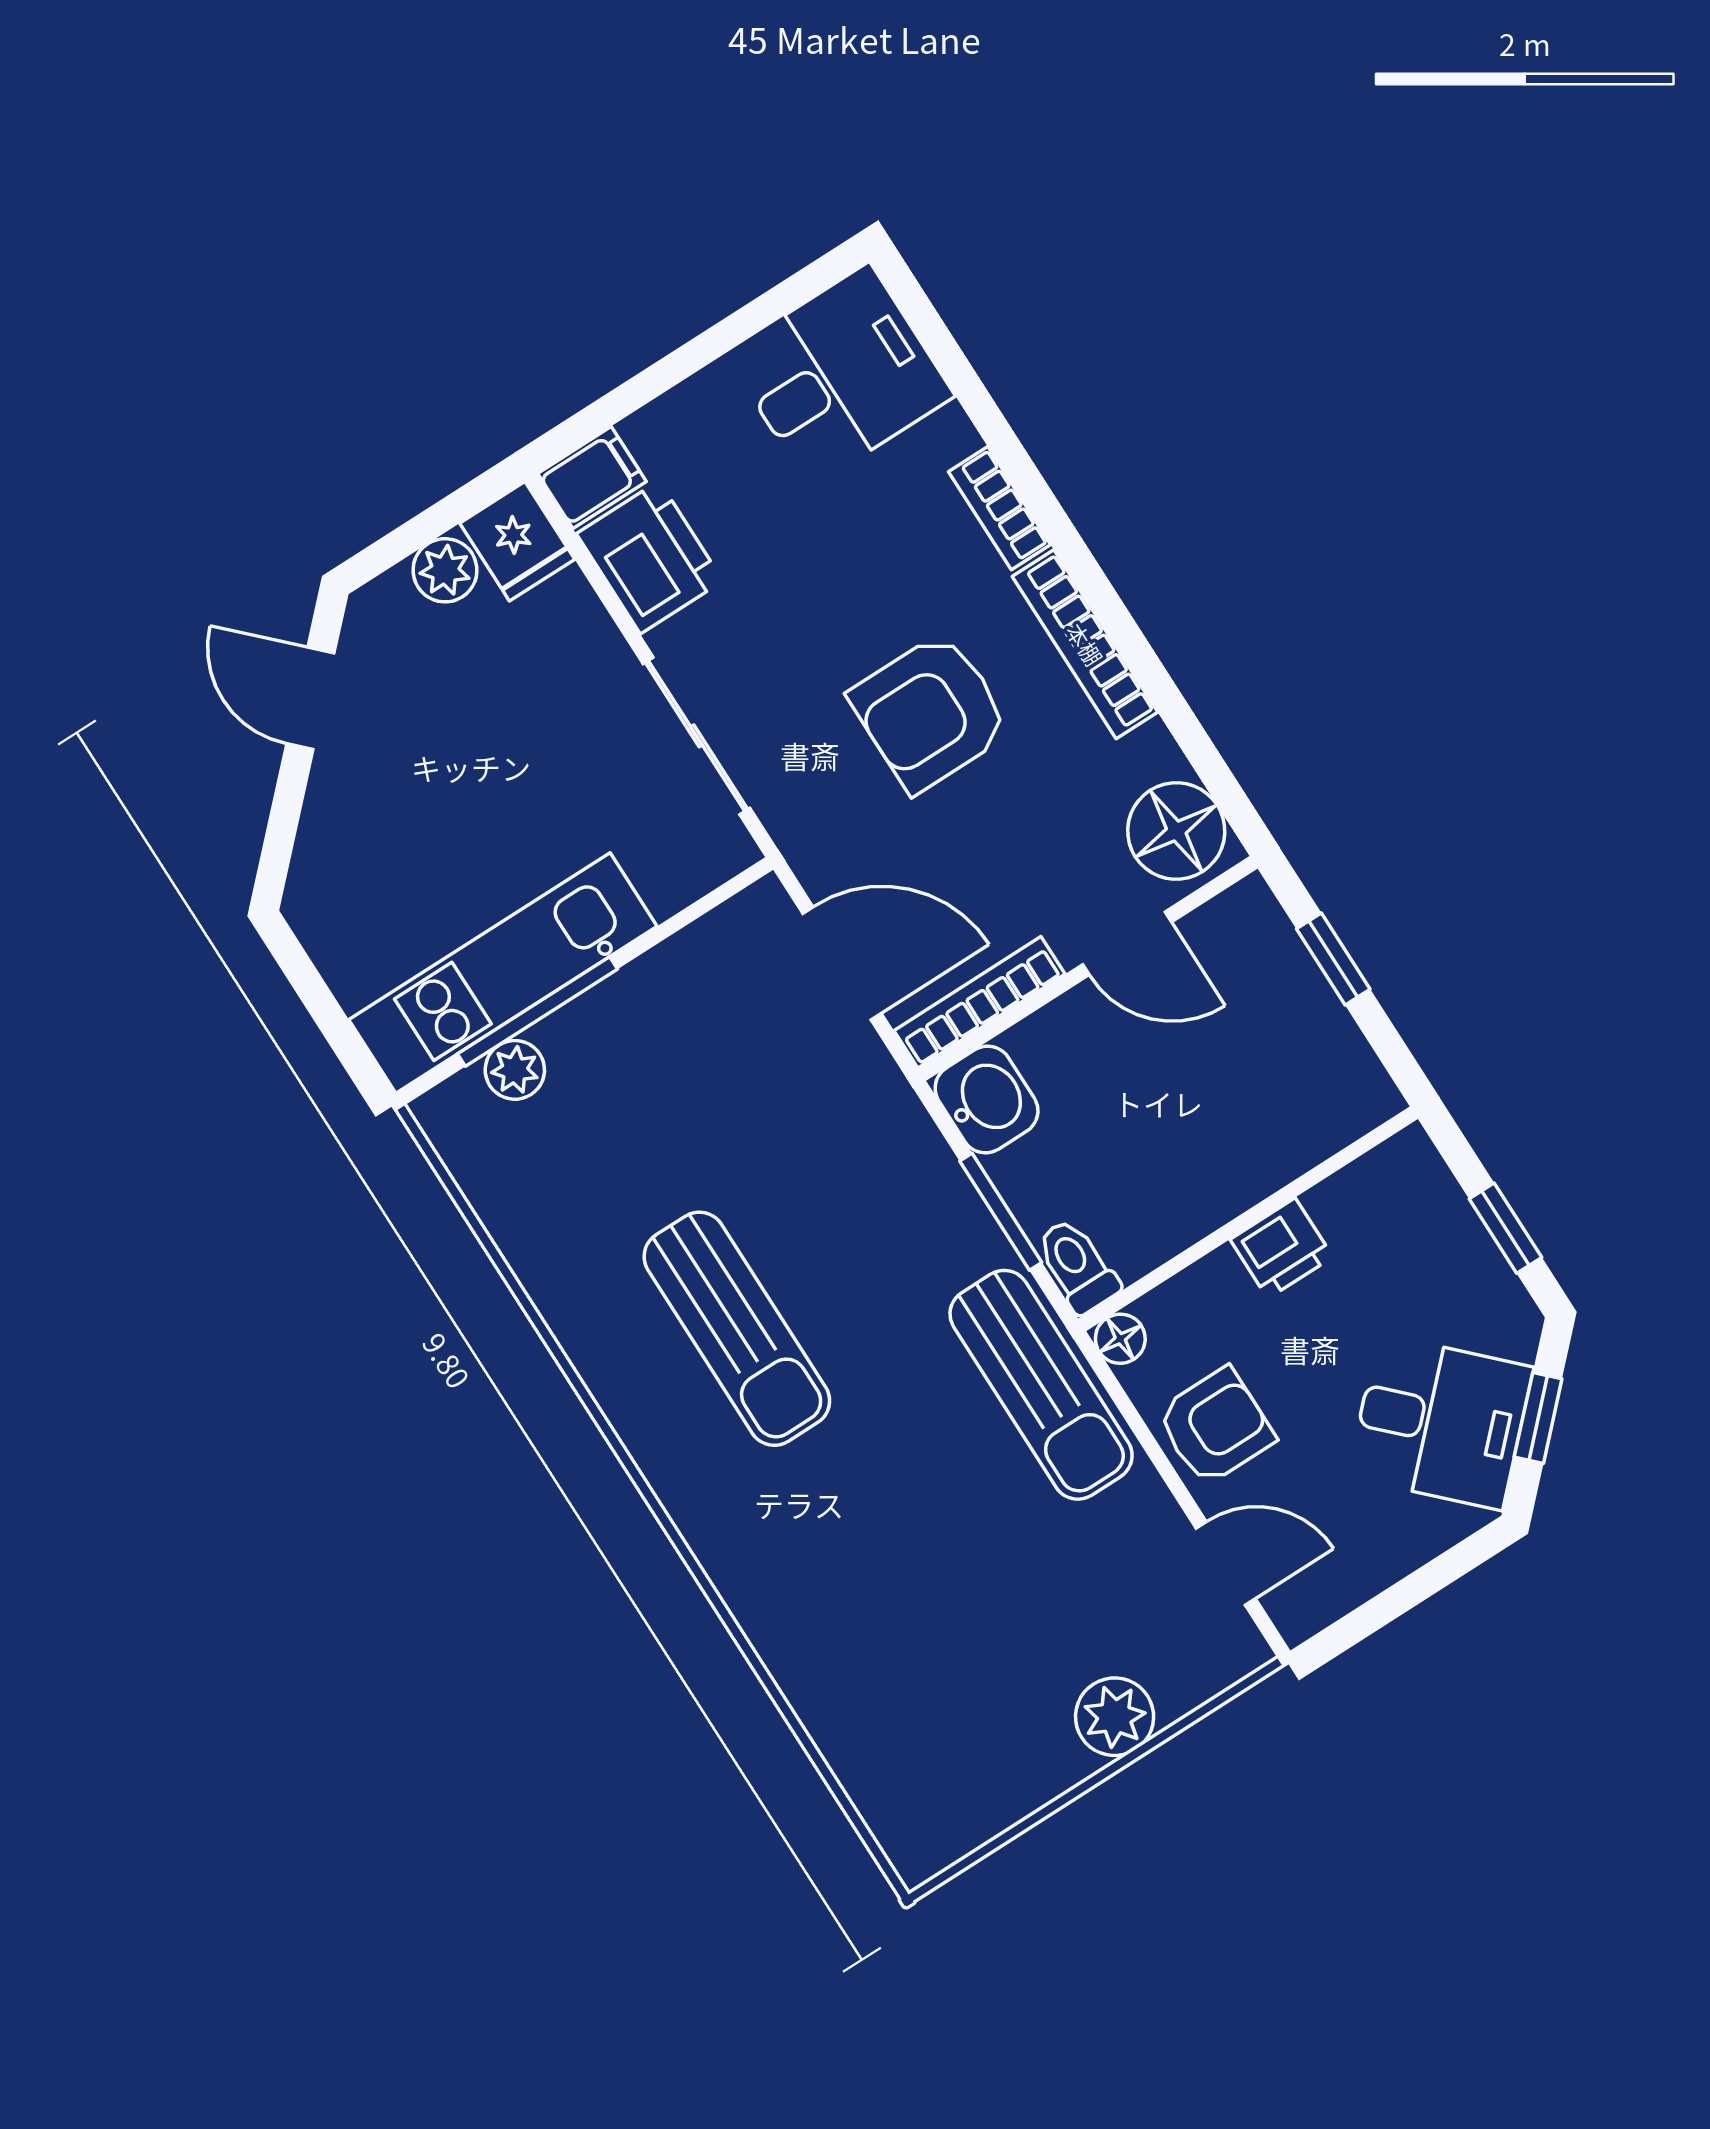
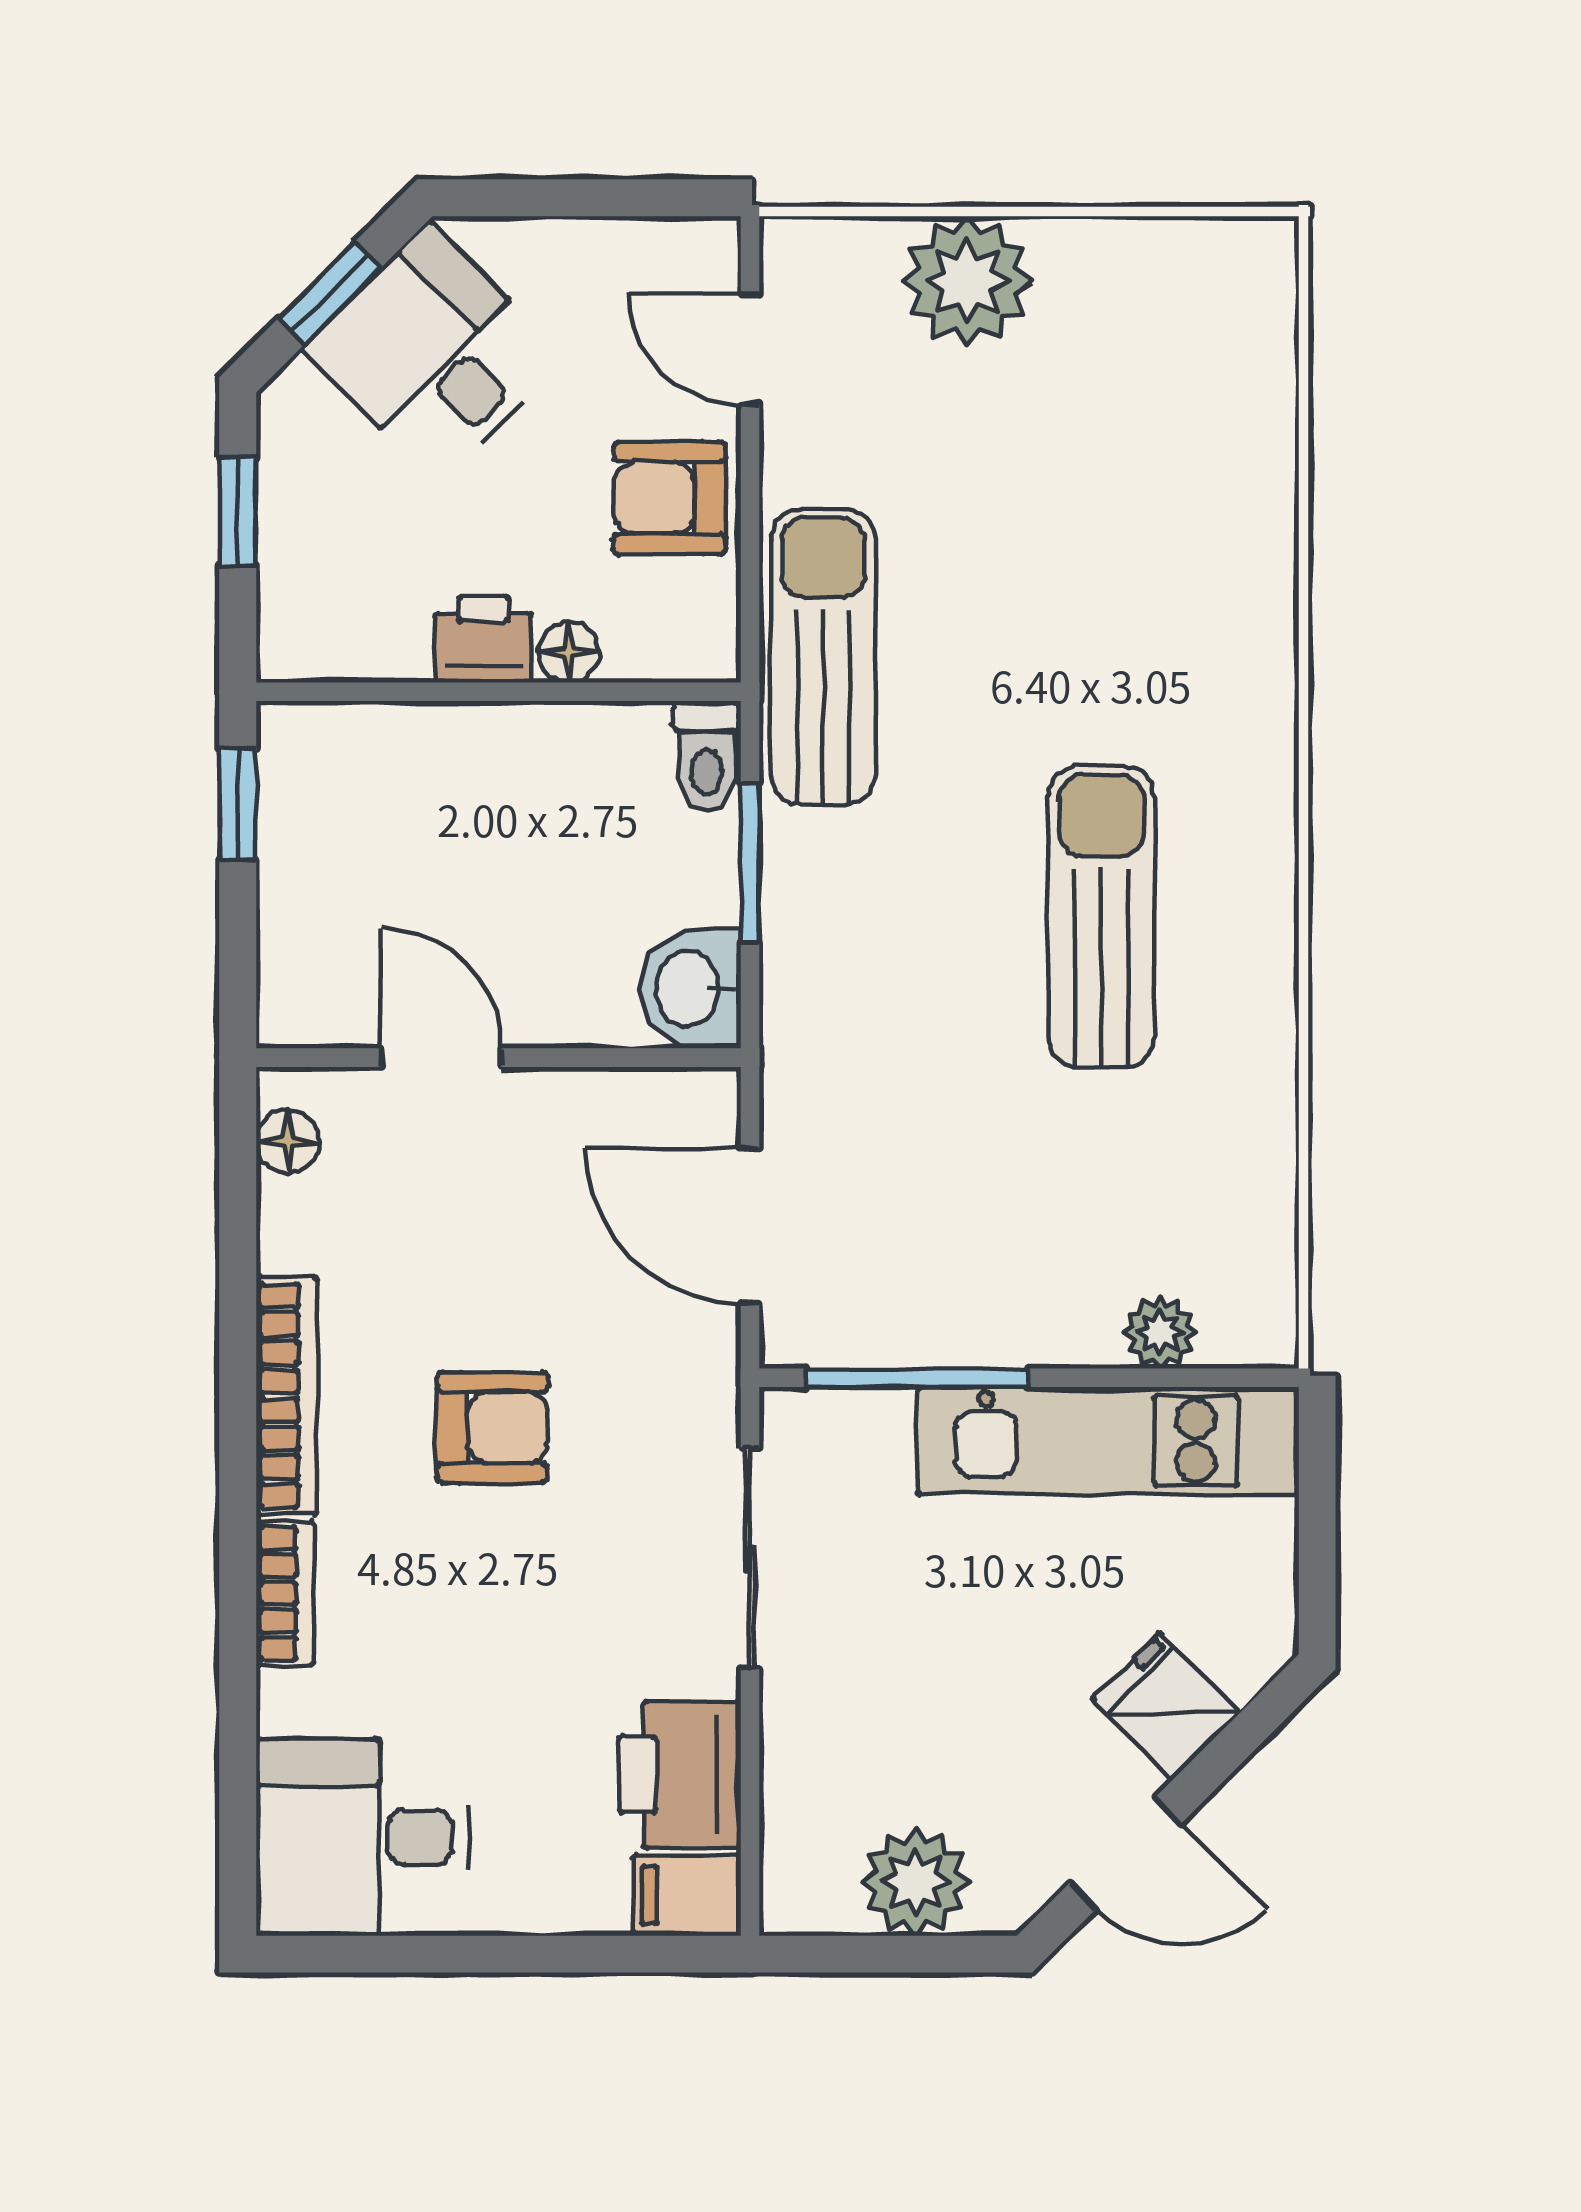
fridge: (517, 541) -> (1166, 1706), moved, turned -45
plant: (445, 570) -> (916, 1882), width x1.38, depth x1.38
door: (310, 698) -> (1126, 1853), hinge flipped
armchair: (930, 712) -> (492, 1428), width x0.72, depth x0.72
floor lamp: (1176, 831) -> (288, 1141), width x0.53, depth x0.53
window: (1333, 959) -> (238, 804), moved
bookcase: (979, 1002) -> (633, 1094), removed
window: (538, 1012) -> (917, 1378), moved
floor lamp: (1120, 1339) -> (569, 652), moved
plant: (1115, 1717) -> (967, 281), width x1.36, depth x1.36

